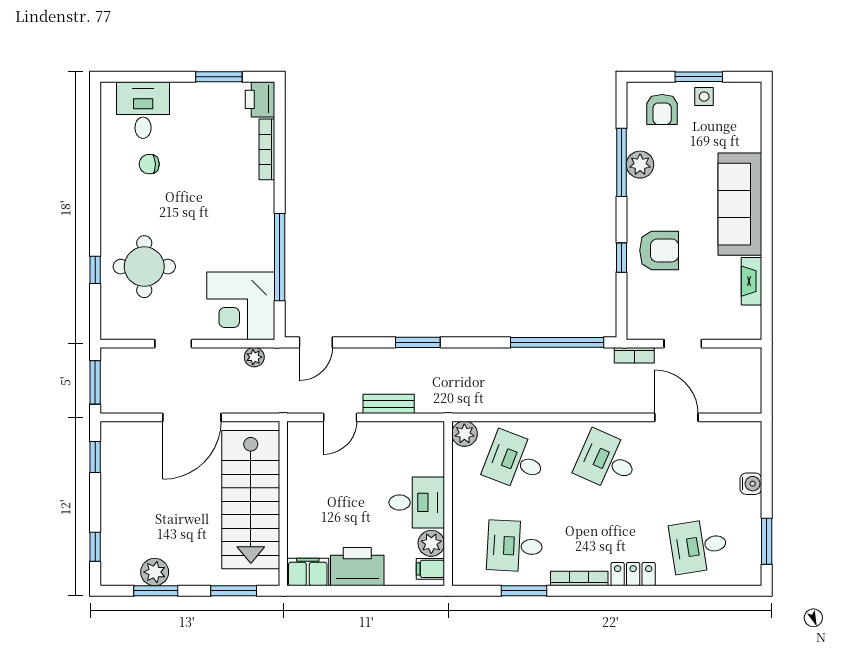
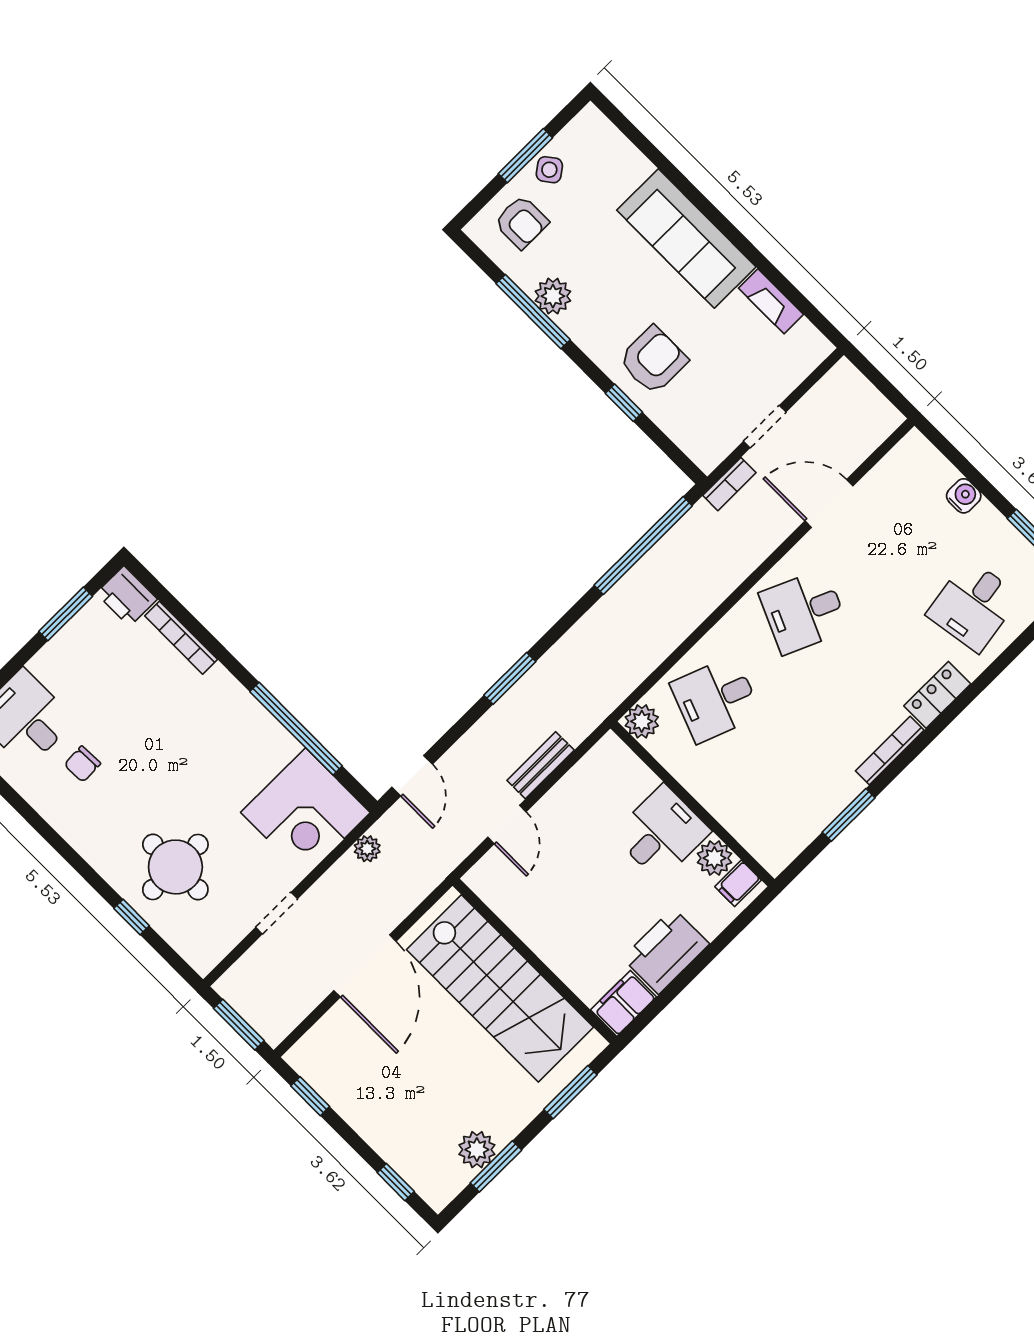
side table: (704, 97) -> (549, 170), turned -37
desk: (515, 546) -> (797, 781), removed

